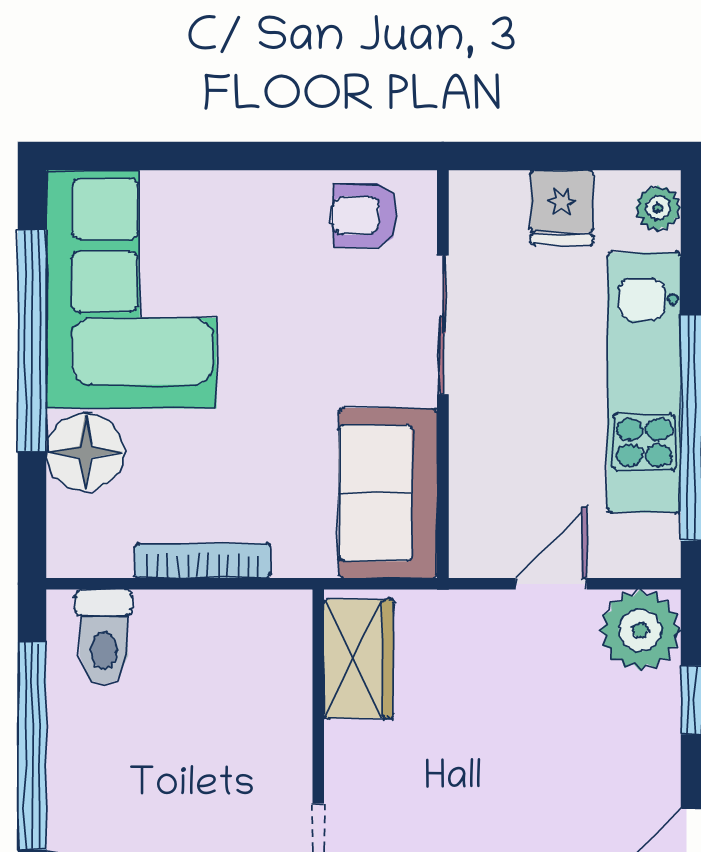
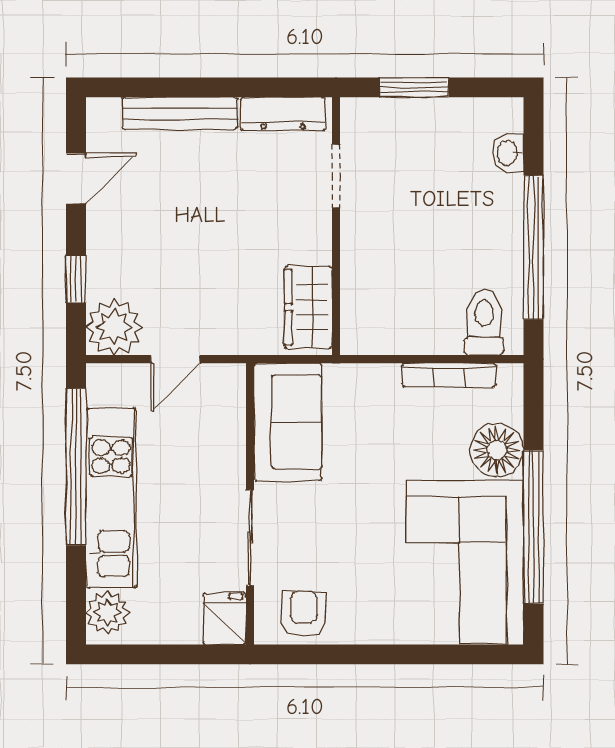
fridge: (562, 207) -> (225, 619), moved
plant: (658, 208) -> (107, 613), width x1.38, depth x1.38
armchair: (365, 215) -> (304, 613), turned -90
bookcase: (203, 561) -> (449, 375), moved

